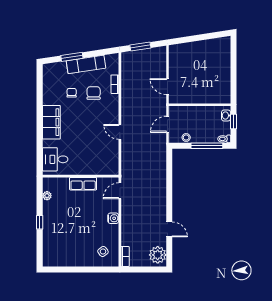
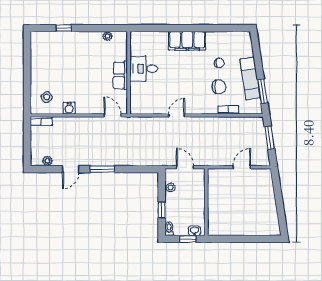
window: (72, 57) -> (263, 91), moved
door: (167, 87) -> (242, 167), moved
window: (207, 146) -> (162, 210), width x0.46
desk: (55, 159) -> (144, 69), moved, turned -90
window: (169, 200) -> (102, 169), added
water cooler: (113, 218) -> (69, 108), moved
window: (40, 222) -> (64, 28), moved
plant: (158, 255) -> (47, 161), width x0.53, depth x0.53

